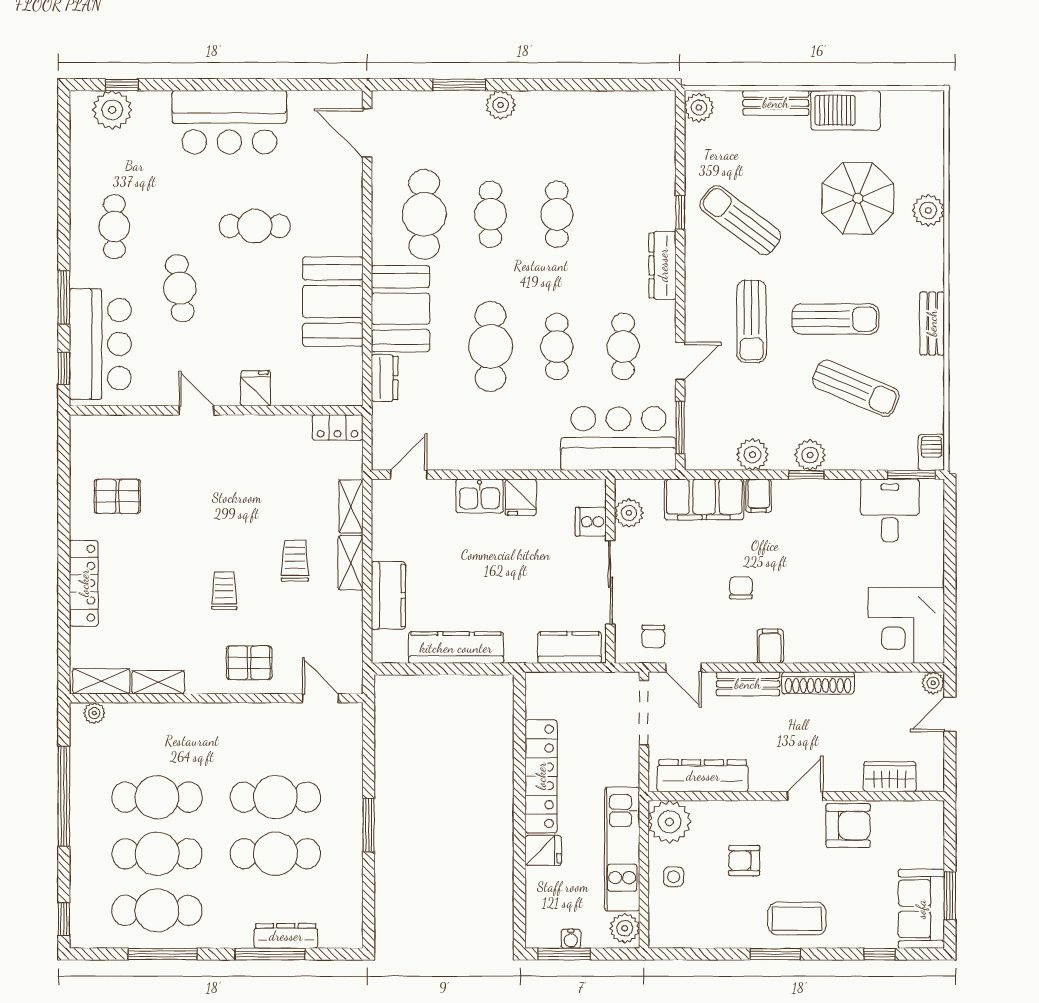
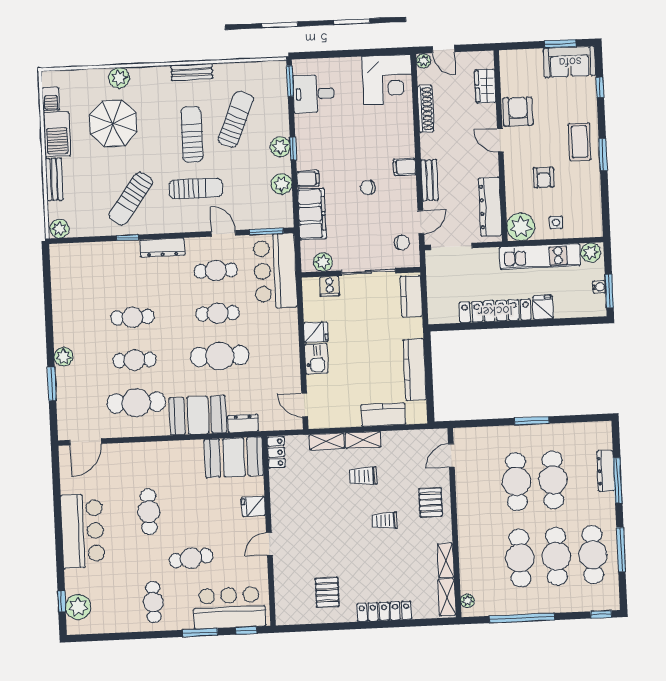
cafe table: (114, 227) -> (153, 602), turned 90
booth: (333, 302) -> (234, 457), moved
barbecue: (931, 452) -> (51, 99), moved, turned -90
shoe rack: (818, 683) -> (426, 109), moved

